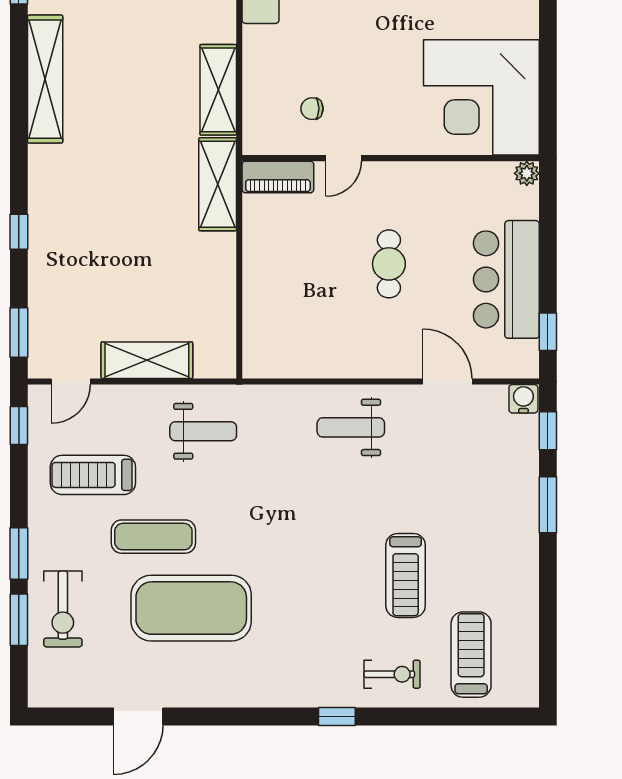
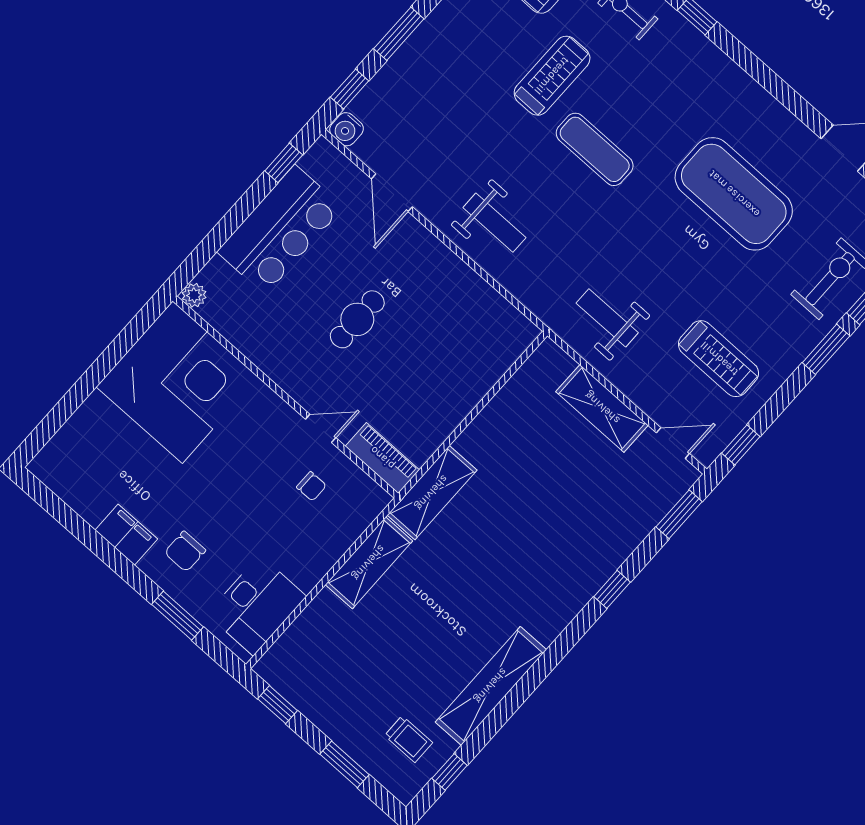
exercise mat: (153, 537) -> (595, 149), moved

